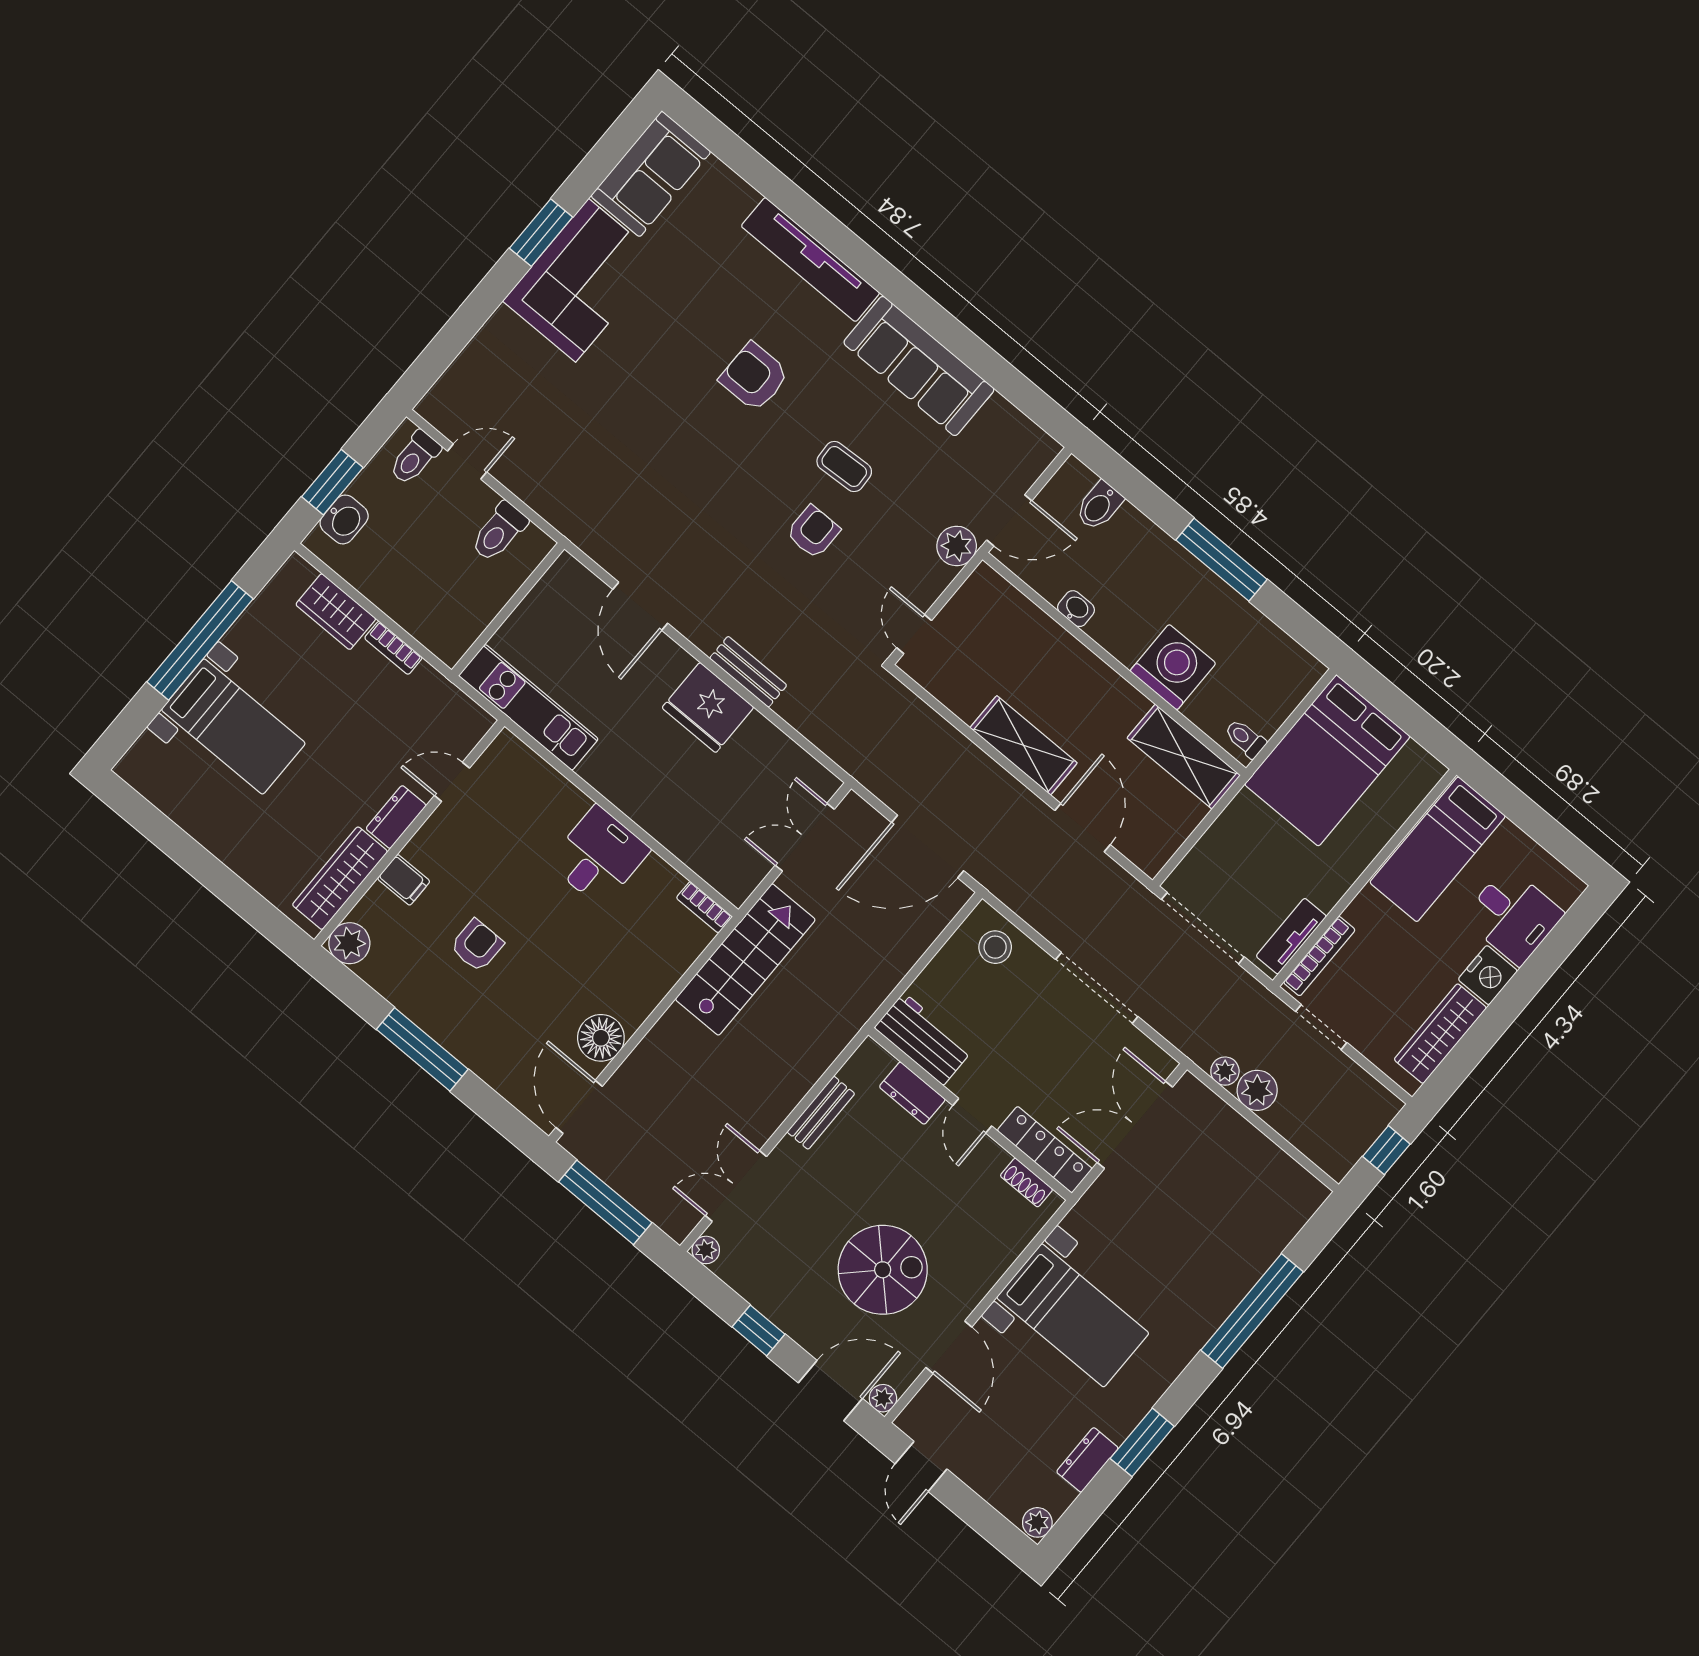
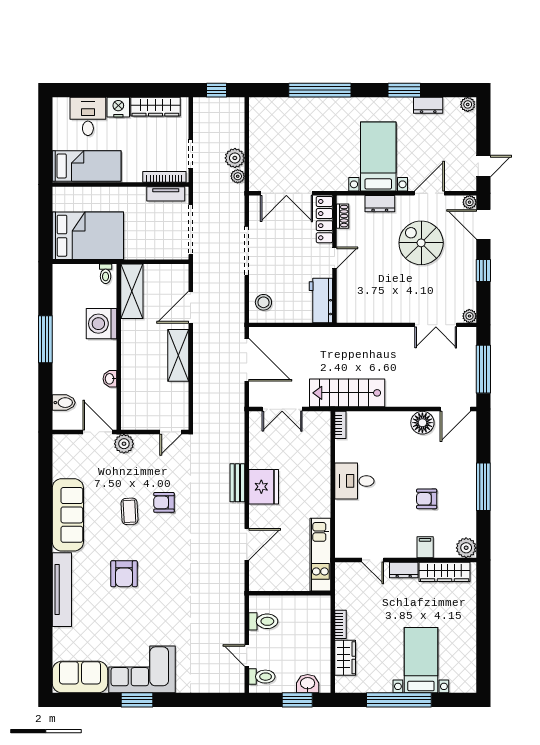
dresser: (912, 1093) -> (380, 204), moved, turned 90
bench: (821, 1113) -> (381, 316), removed

